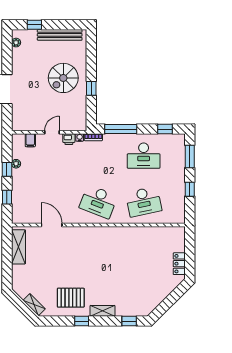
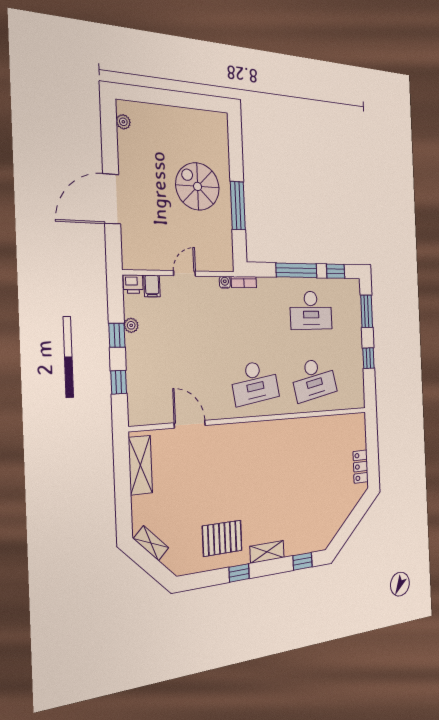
window: (34, 25) -> (151, 96), removed
bench: (60, 35) -> (190, 117), removed
spiral stairs: (63, 78) -> (198, 186), turned 90
window: (91, 88) -> (238, 206), width x2.17
window: (121, 129) -> (297, 270), moved
printer: (69, 139) -> (133, 284), moved
desk: (98, 202) -> (255, 382), turned -30
shelving: (34, 305) -> (151, 543), moved

